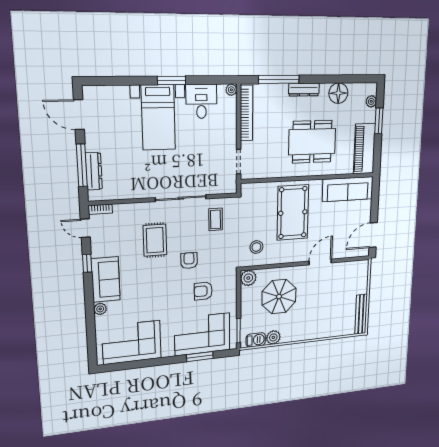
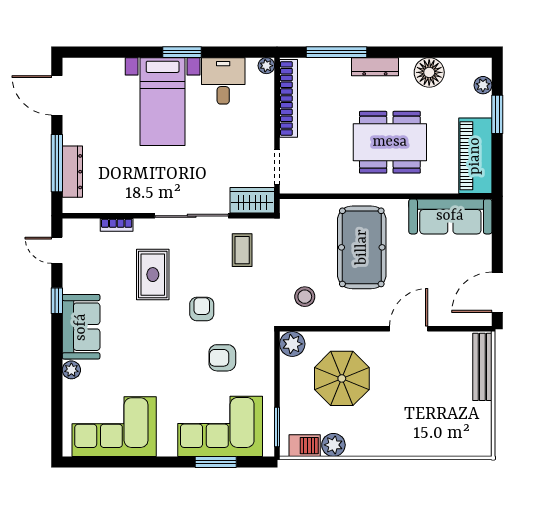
wardrobe: (222, 185) -> (252, 200), added
bookcase: (100, 209) -> (117, 225), moved
bench: (361, 314) -> (482, 367), moved

